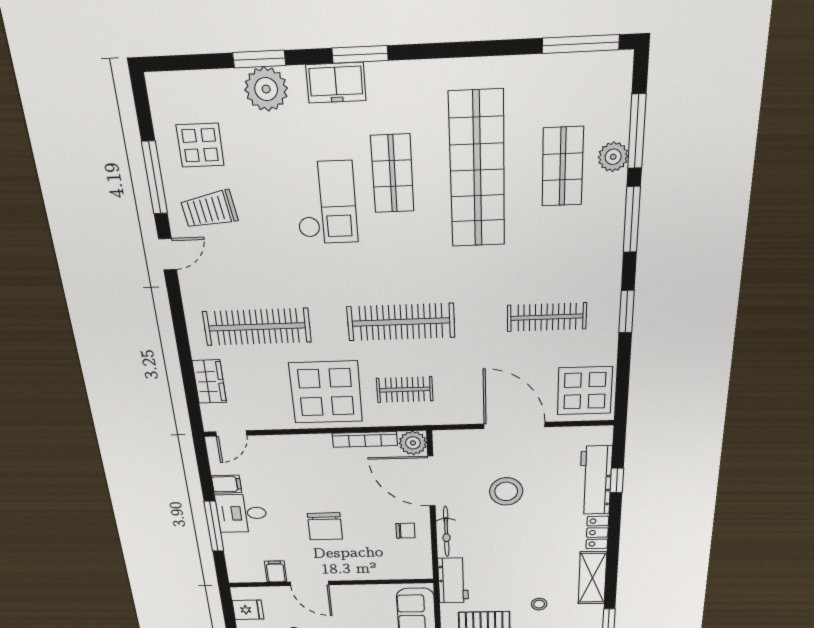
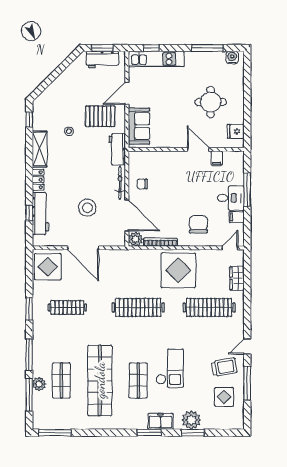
checkout: (326, 203) -> (170, 368), turned 180
clothes rail: (405, 390) -> (138, 270), removed
chair: (325, 526) -> (198, 224), moved

